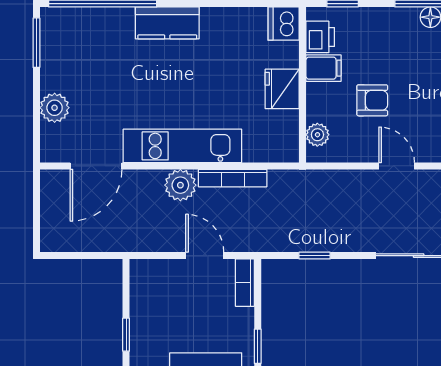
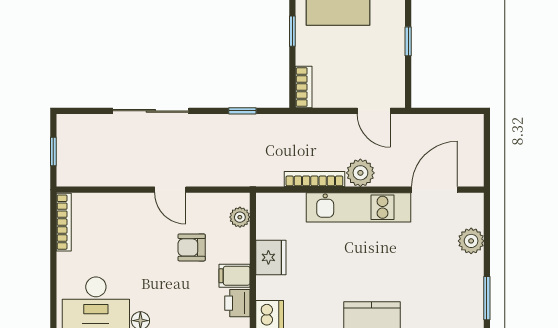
door: (205, 256) -> (374, 111), moved

